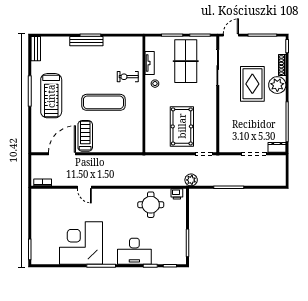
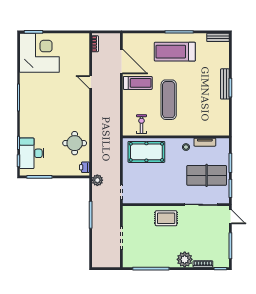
exercise bike: (128, 77) -> (142, 124), moved
rug: (252, 84) -> (166, 218), moved, width x0.73, depth x0.70
pool table: (182, 126) -> (146, 152), moved
dresser: (277, 147) -> (127, 259), removed
door: (84, 187) -> (91, 82), hinge flipped
corner desk: (81, 243) -> (39, 53), moved
desk: (134, 251) -> (32, 153), moved

